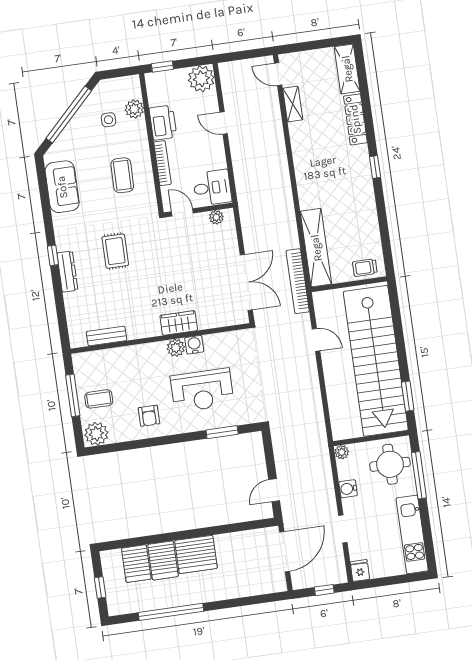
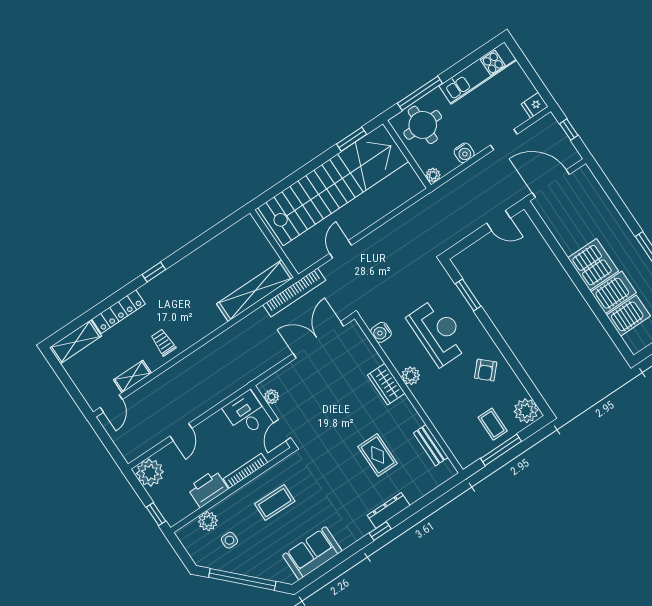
rug: (115, 251) -> (378, 455), moved, turned 90
trolley: (365, 268) -> (163, 343), moved, turned 180
water cooler: (194, 345) -> (381, 332), moved
armchair: (149, 416) -> (486, 370), turned 133

